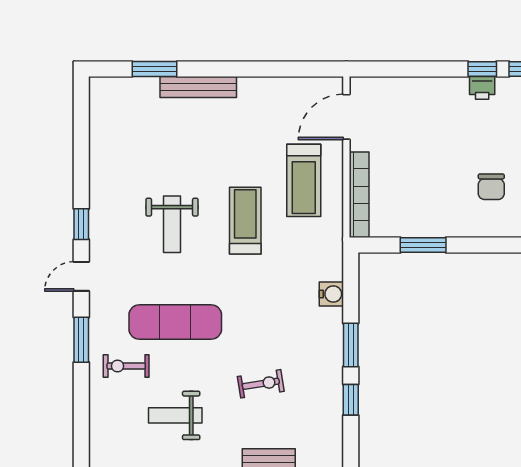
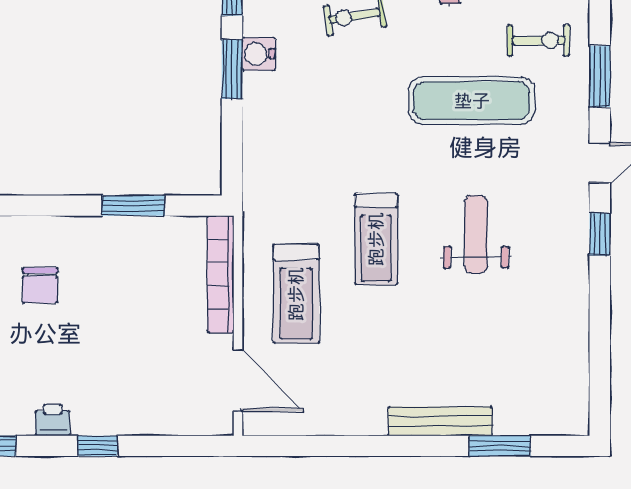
window: (482, 69) -> (98, 446), moved
door: (346, 117) -> (238, 381), hinge flipped
treadmill: (304, 180) -> (296, 294), turned 180
chair: (491, 187) -> (40, 285), turned 180
water cooler: (331, 294) -> (258, 54), moved

